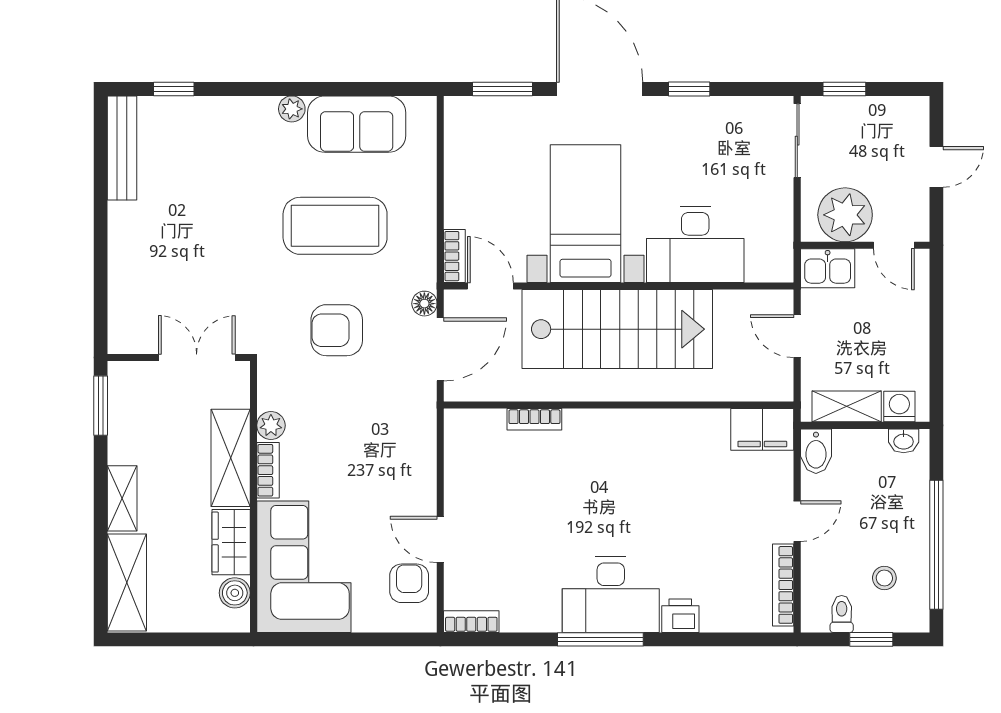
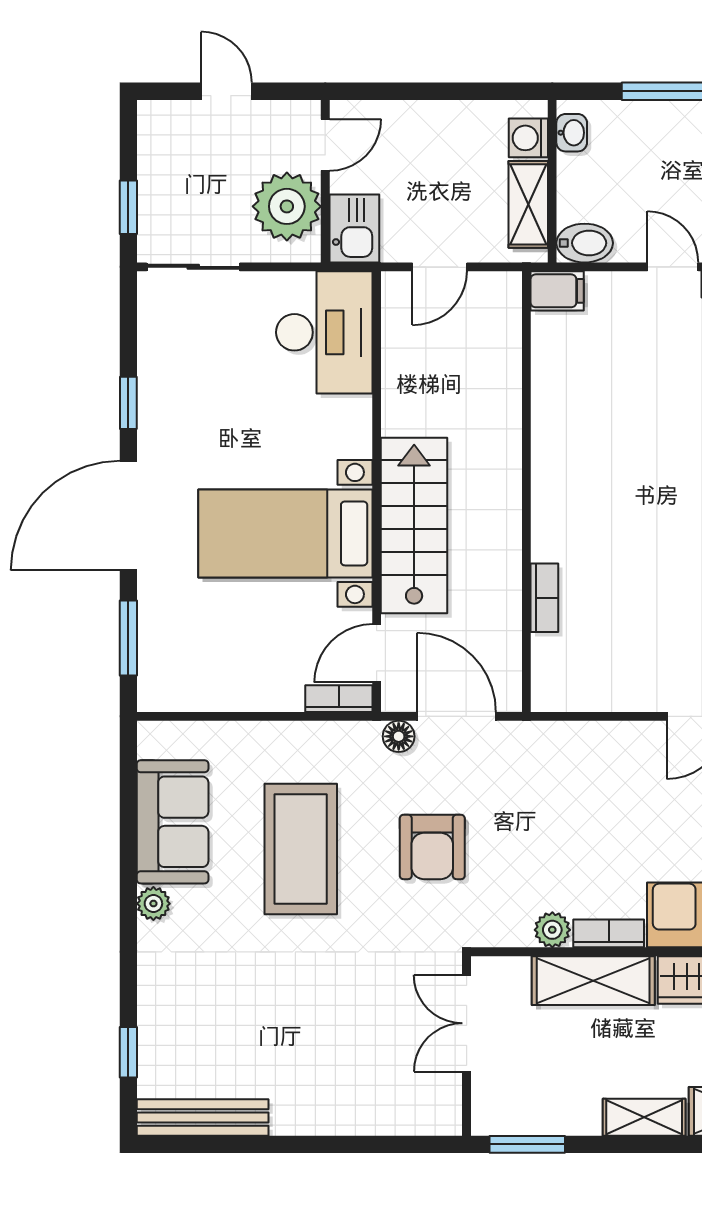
desk: (695, 244) -> (324, 332), moved
stairs: (617, 329) -> (414, 525), width x0.73, depth x0.66
filing cabinet: (762, 429) -> (557, 291), width x0.50

